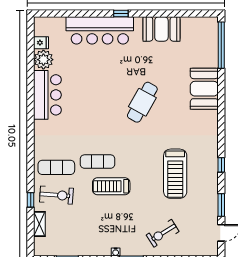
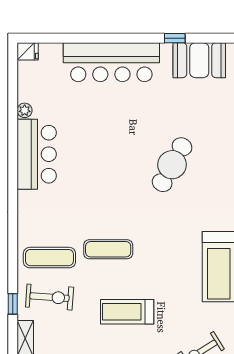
window: (121, 13) -> (175, 38), moved
fridge: (41, 43) -> (28, 51), moved
plant: (43, 60) -> (25, 110), width x0.53, depth x0.53
treadmill: (111, 186) -> (127, 312), moved

